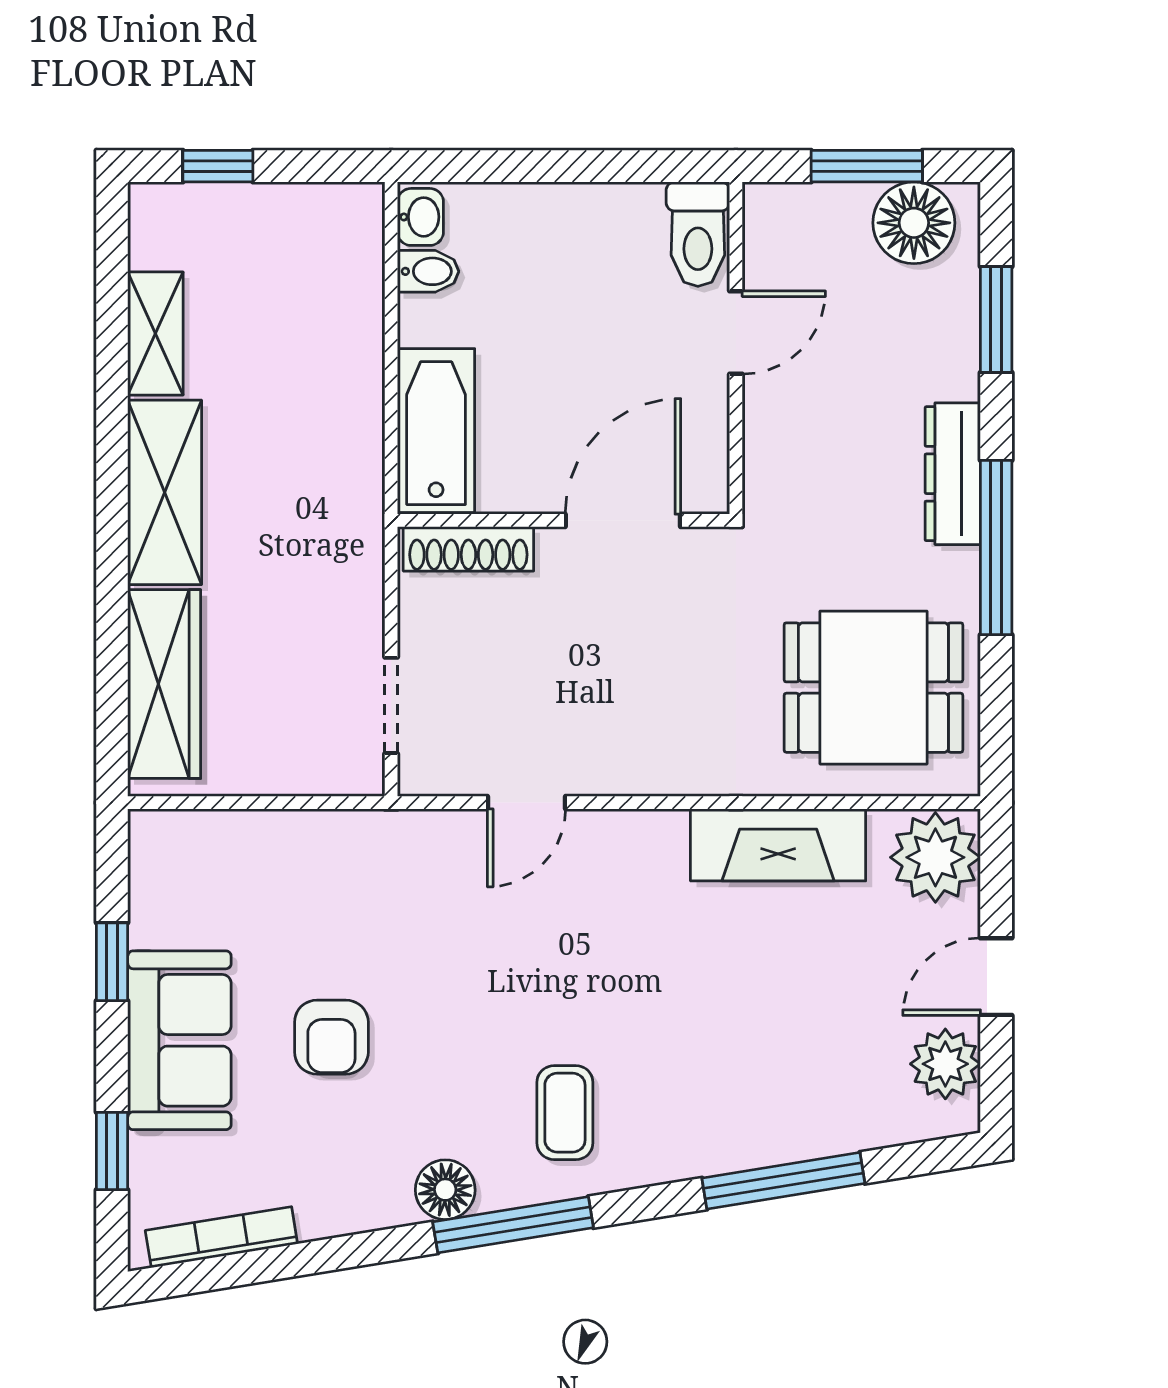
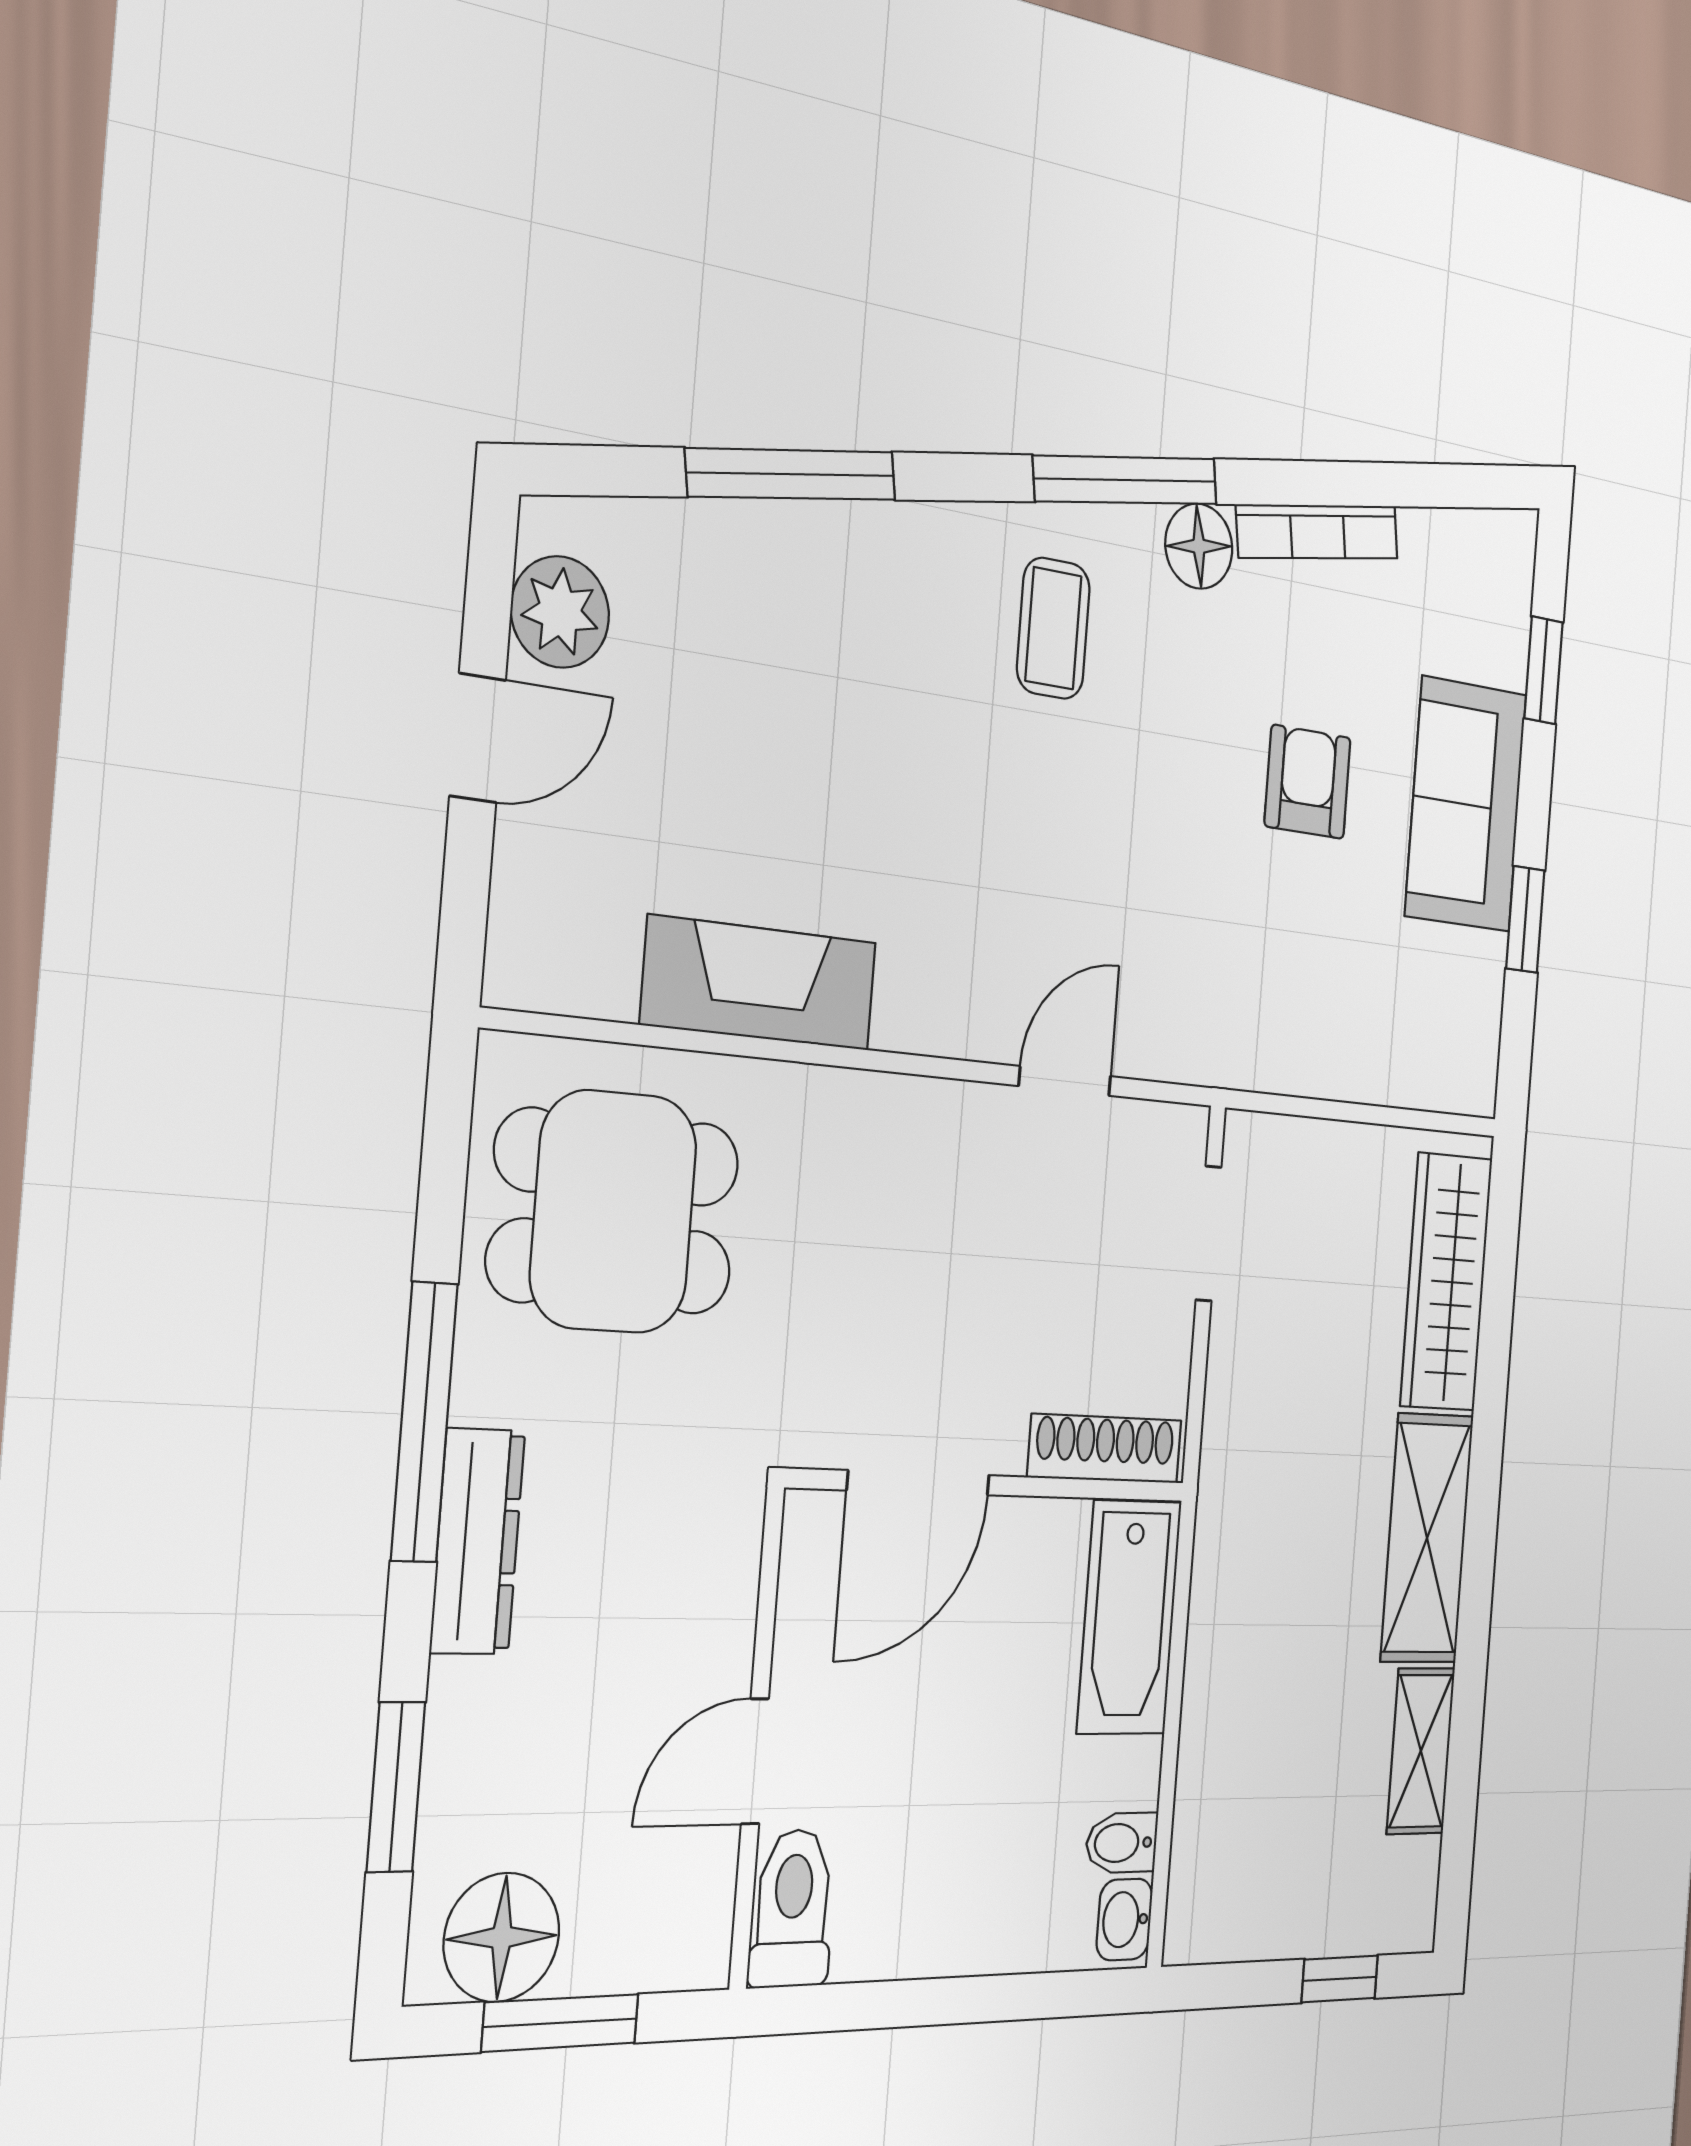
plant: (935, 857) -> (549, 938), removed
bookcase: (221, 1237) -> (1318, 532), moved

